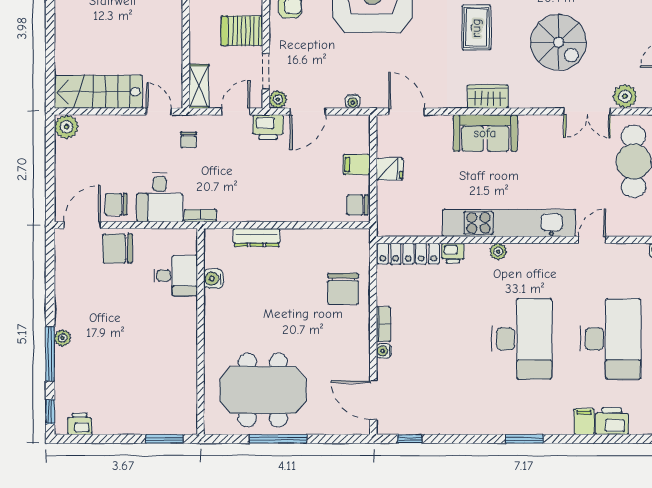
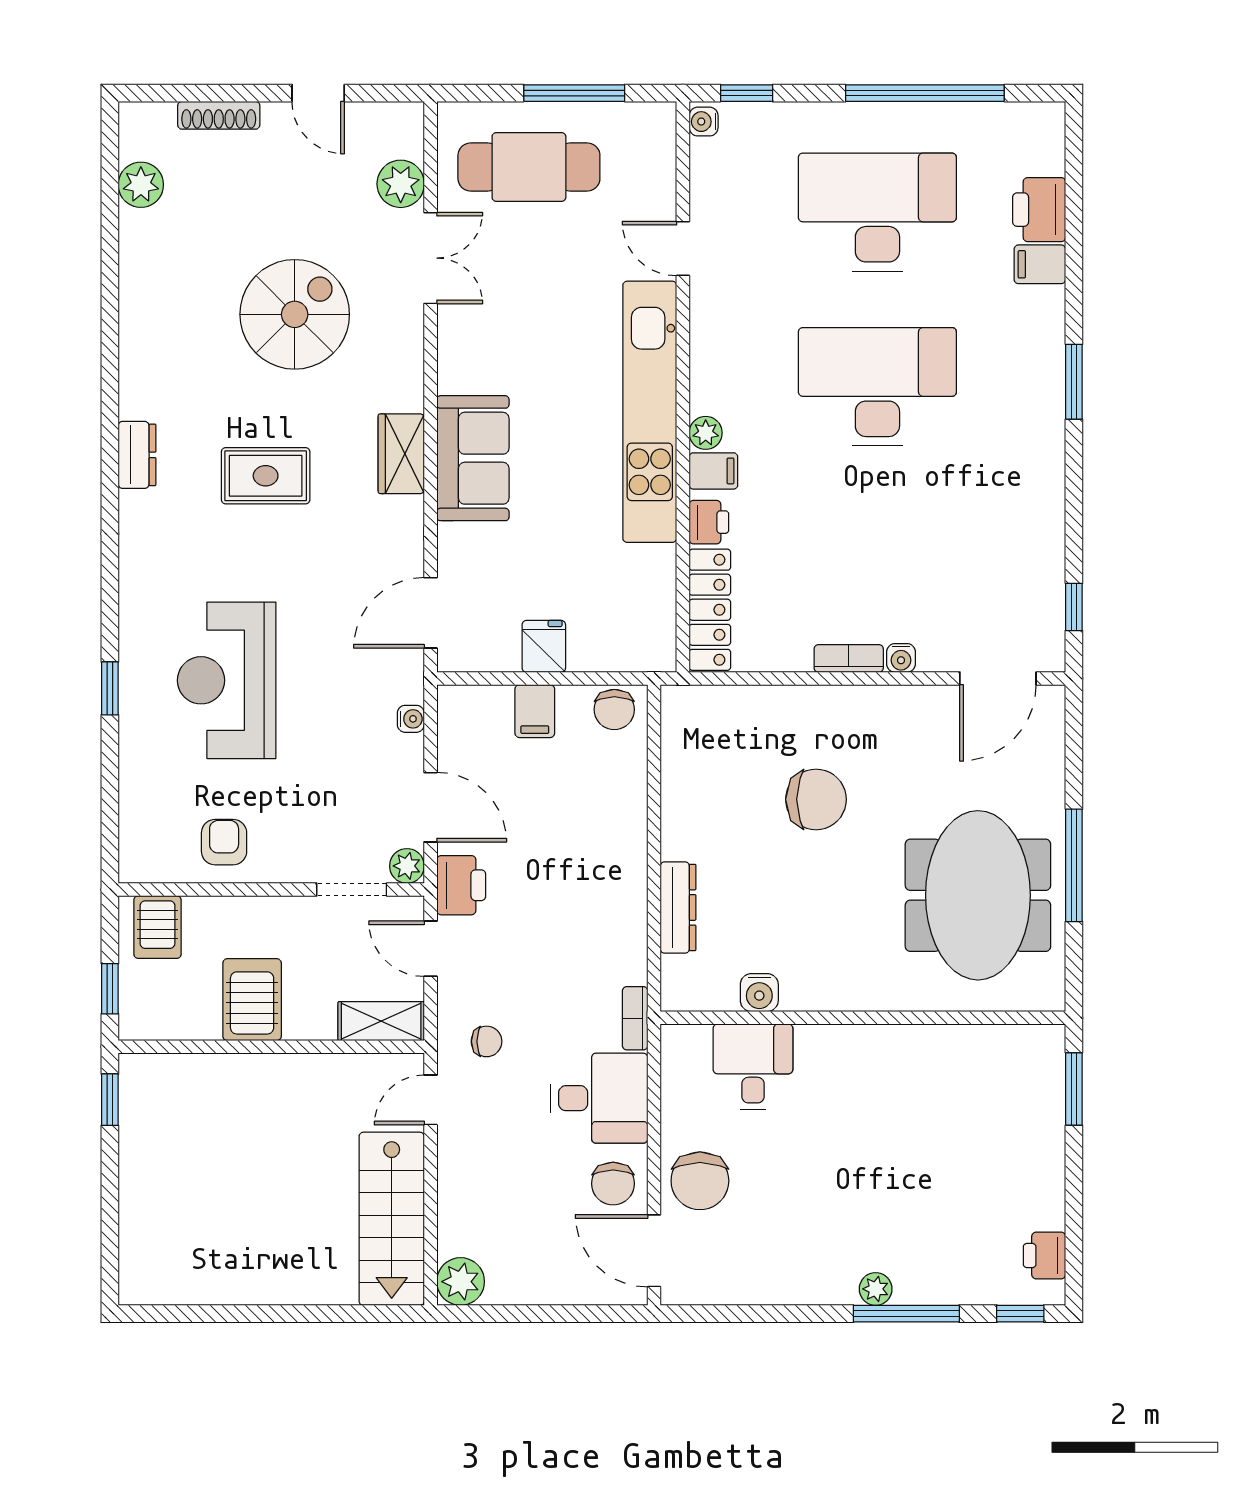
server rack: (242, 31) -> (252, 1000), moved, turned 180
filing cabinet: (479, 255) -> (713, 471), added
chair: (343, 289) -> (816, 799), moved

